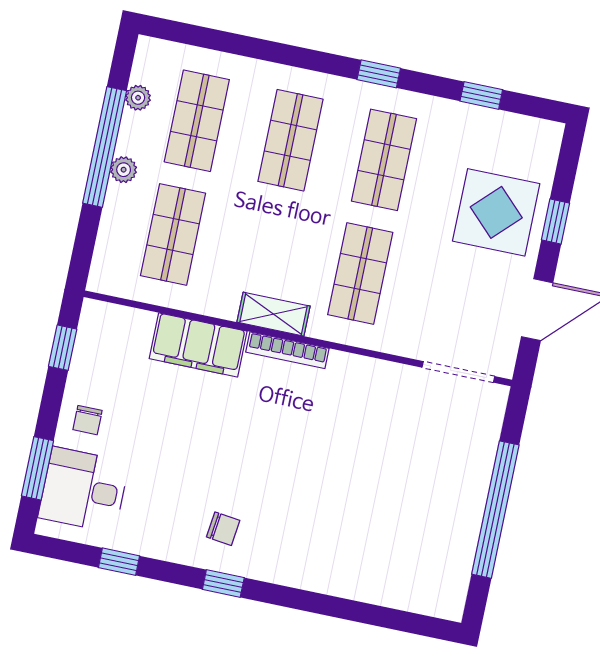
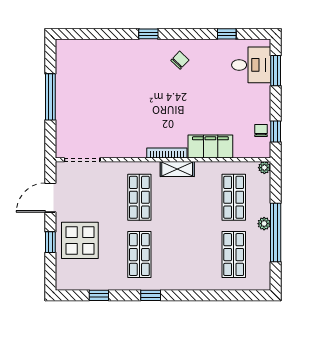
plant: (138, 98) -> (264, 168), moved
shop shelf: (290, 140) -> (187, 255), removed
chair: (88, 420) -> (261, 130), moved
window: (495, 510) -> (50, 97), width x0.68
chair: (223, 529) -> (180, 60), turned 127
window: (223, 584) -> (148, 34), moved

